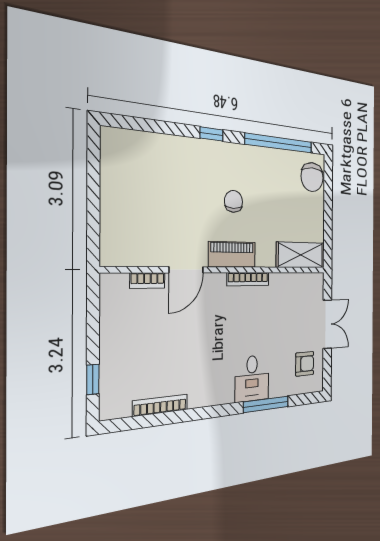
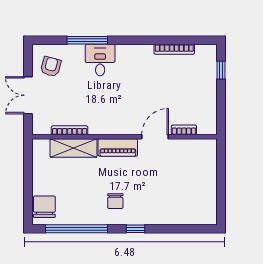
chair: (234, 201) -> (115, 201), moved
shelving: (301, 255) -> (74, 148), moved
bookcase: (248, 279) -> (70, 130), moved
armchair: (305, 364) -> (51, 67), turned 105

